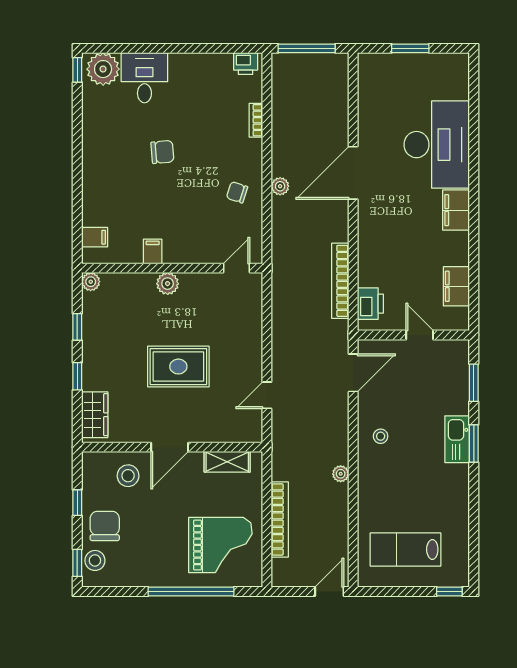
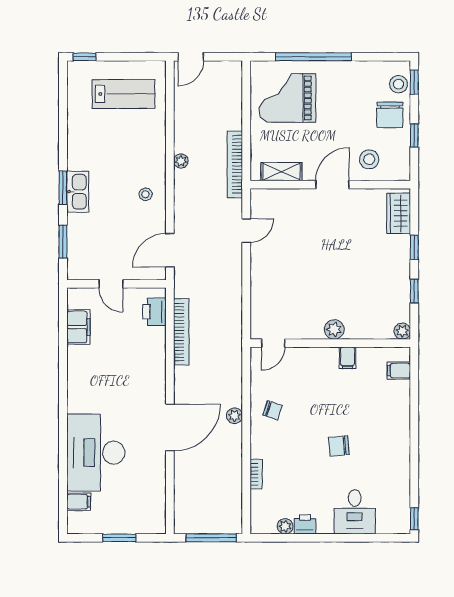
printer: (246, 64) -> (305, 524), moved
plant: (103, 69) -> (285, 526), moved, width x0.53, depth x0.53
filing cabinet: (456, 210) -> (79, 502), moved, width x0.50
rug: (178, 367) -> (325, 256), removed
bookcase: (280, 519) -> (235, 164), moved

